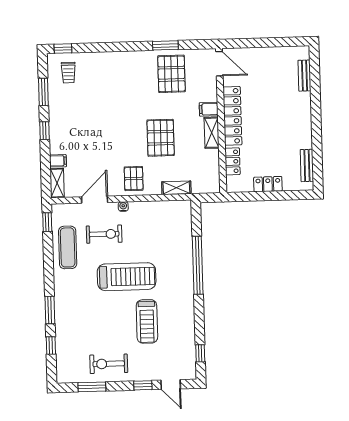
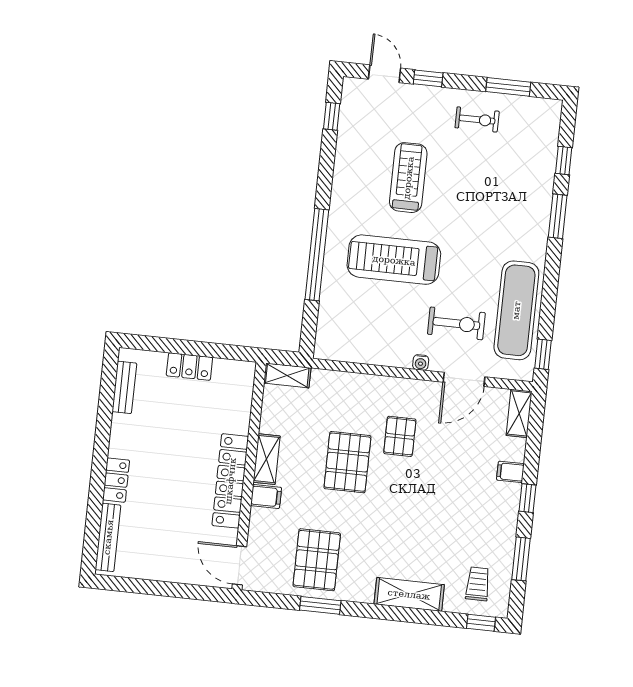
shelving: (111, 60) -> (409, 594), added
bench: (304, 76) -> (108, 537), width x1.36
filing cabinet: (58, 161) -> (510, 472), moved
locker: (232, 161) -> (116, 480), moved, turned 180
pallet: (134, 179) -> (400, 436), moved
shelving: (176, 188) -> (287, 375), moved
exercise bike: (104, 234) -> (456, 323), turned 180
exercise mat: (68, 247) -> (516, 310), width x1.36, depth x1.45
treadmill: (127, 277) -> (394, 260), moved
exercise bike: (109, 364) -> (477, 119), width x0.73, depth x0.72

